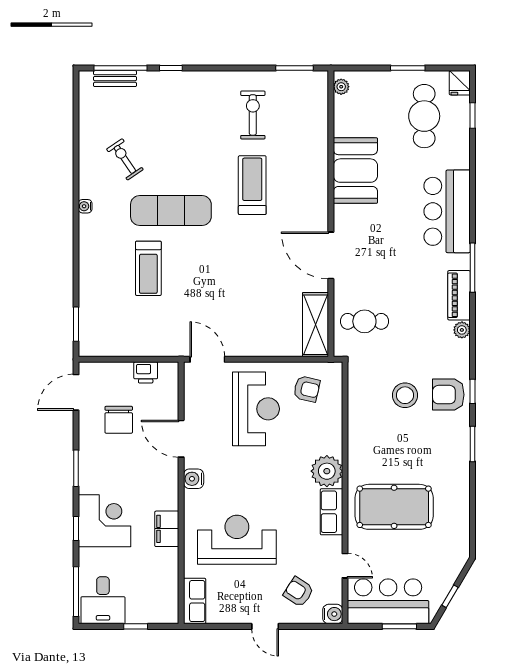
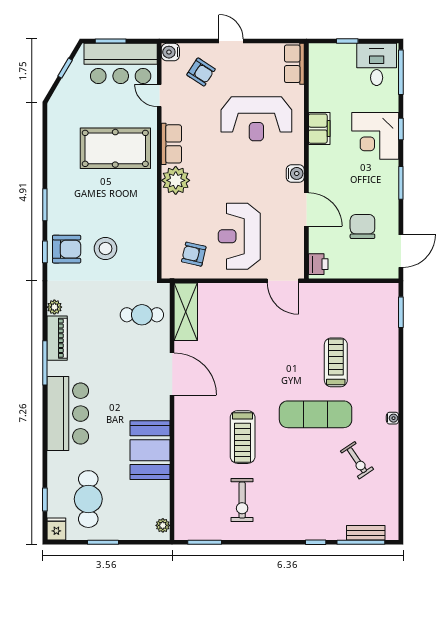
printer: (146, 372) -> (318, 264), moved, turned 90

